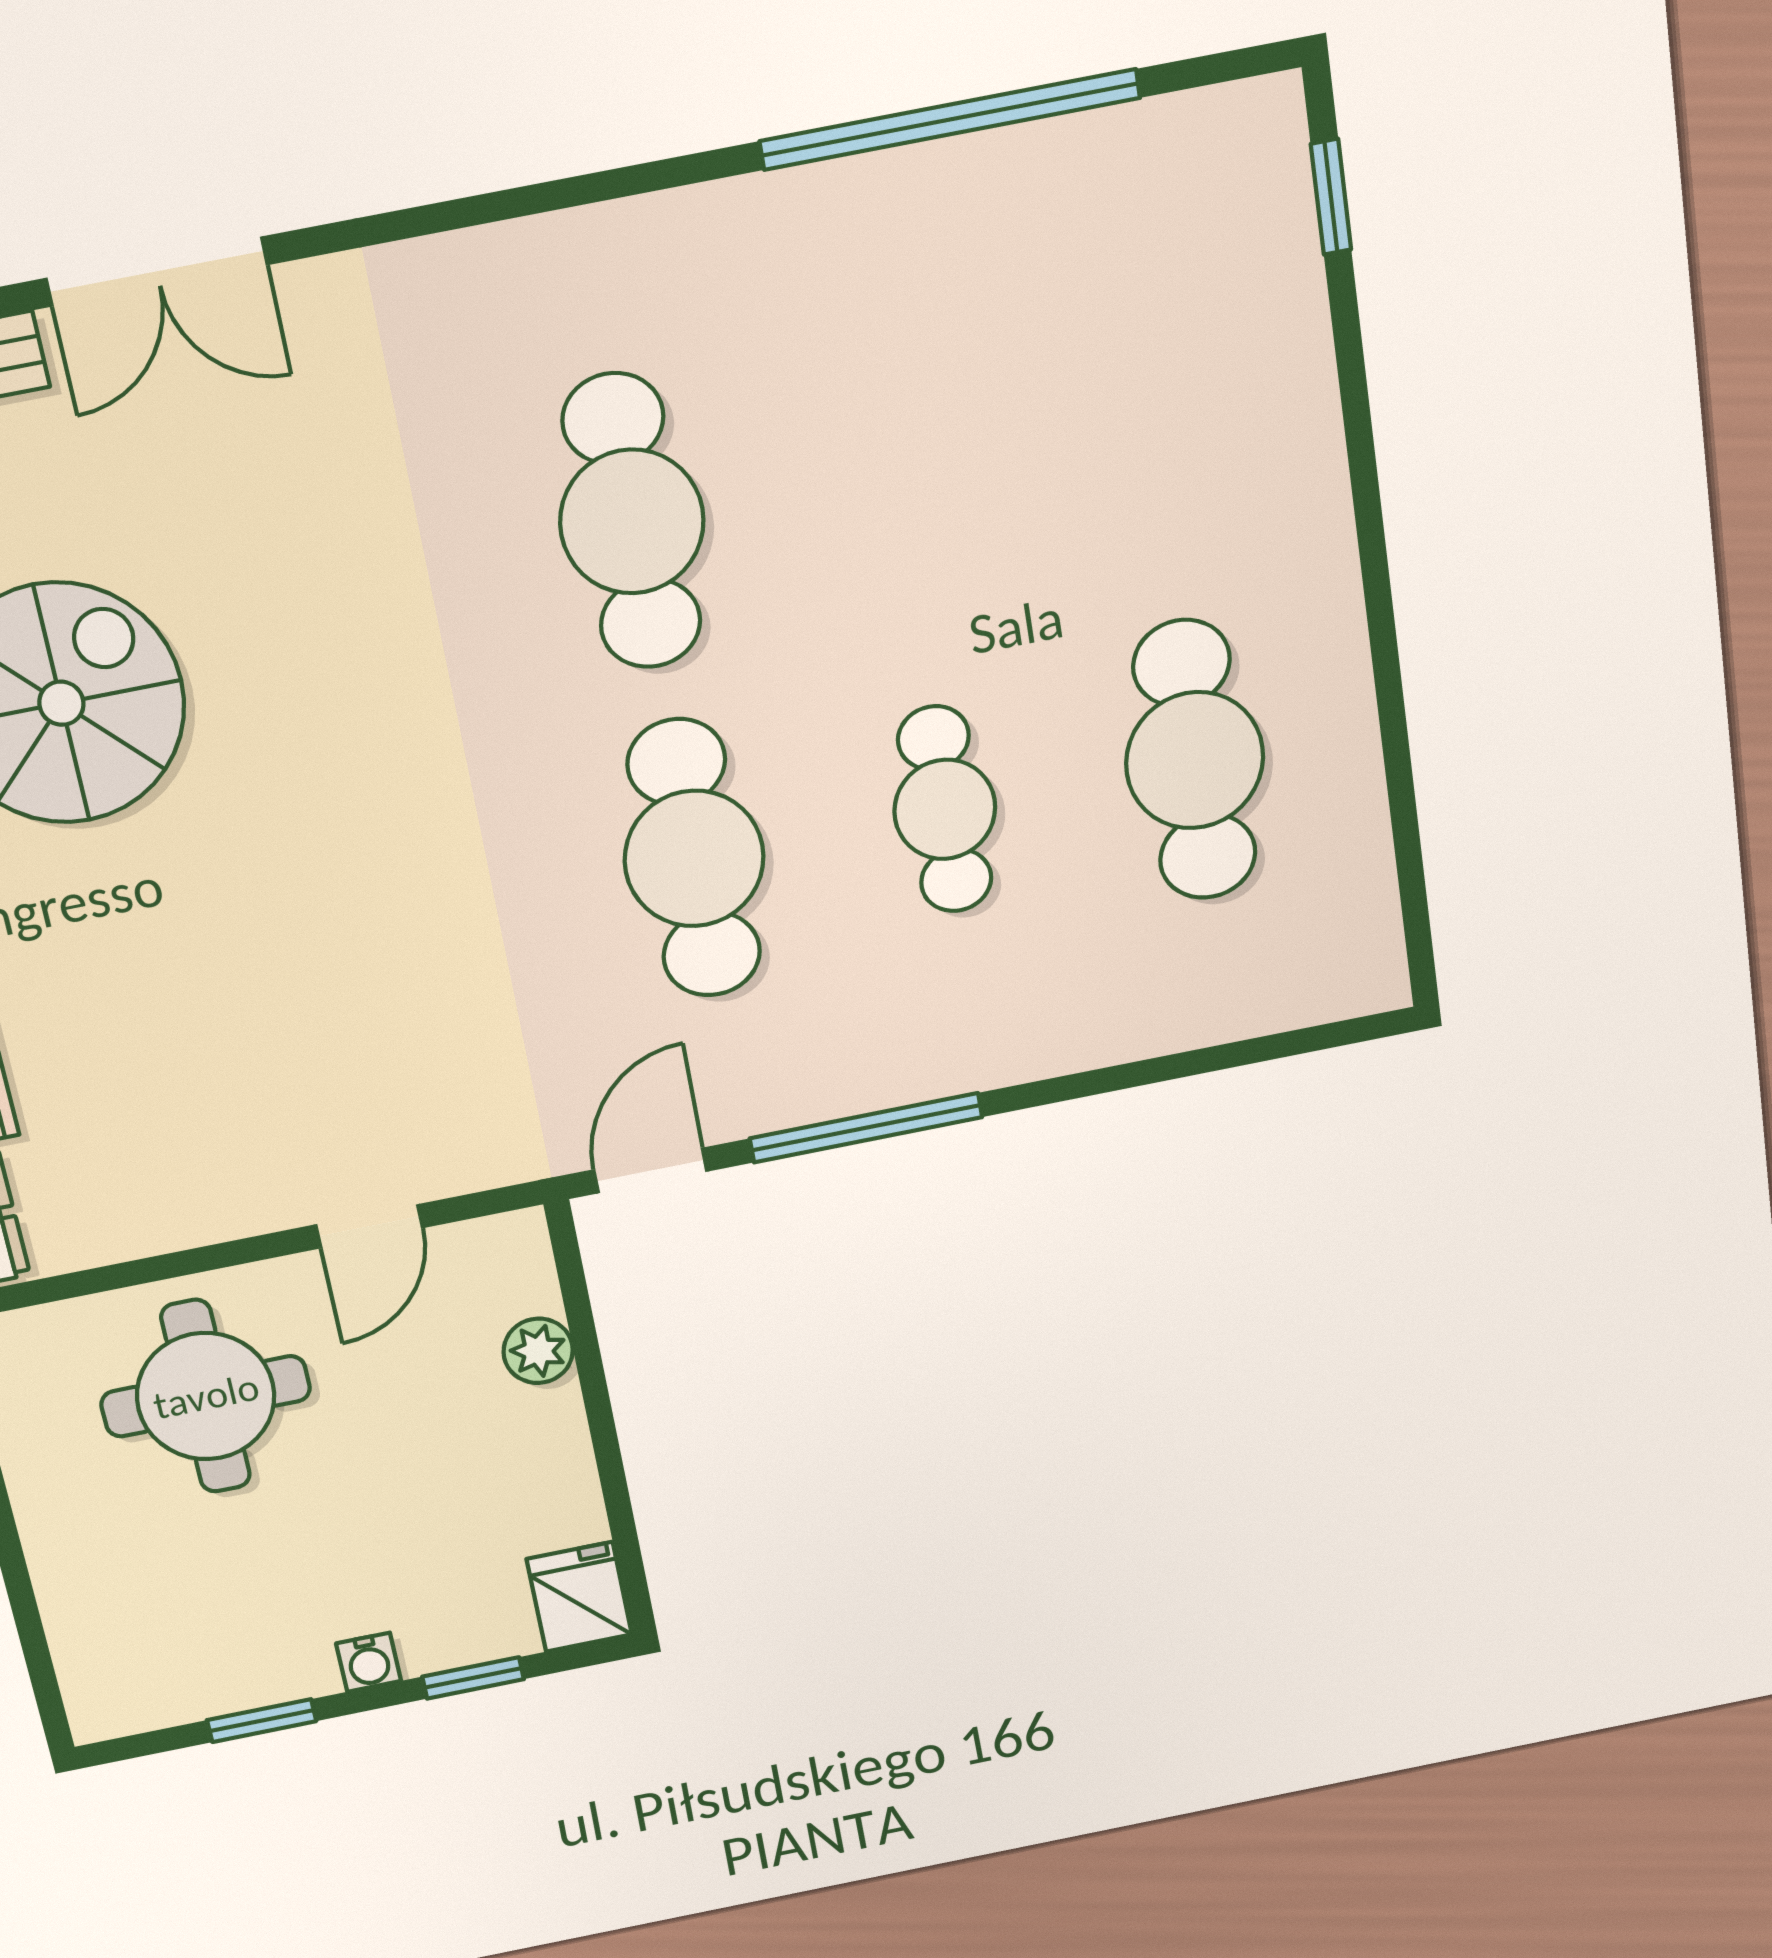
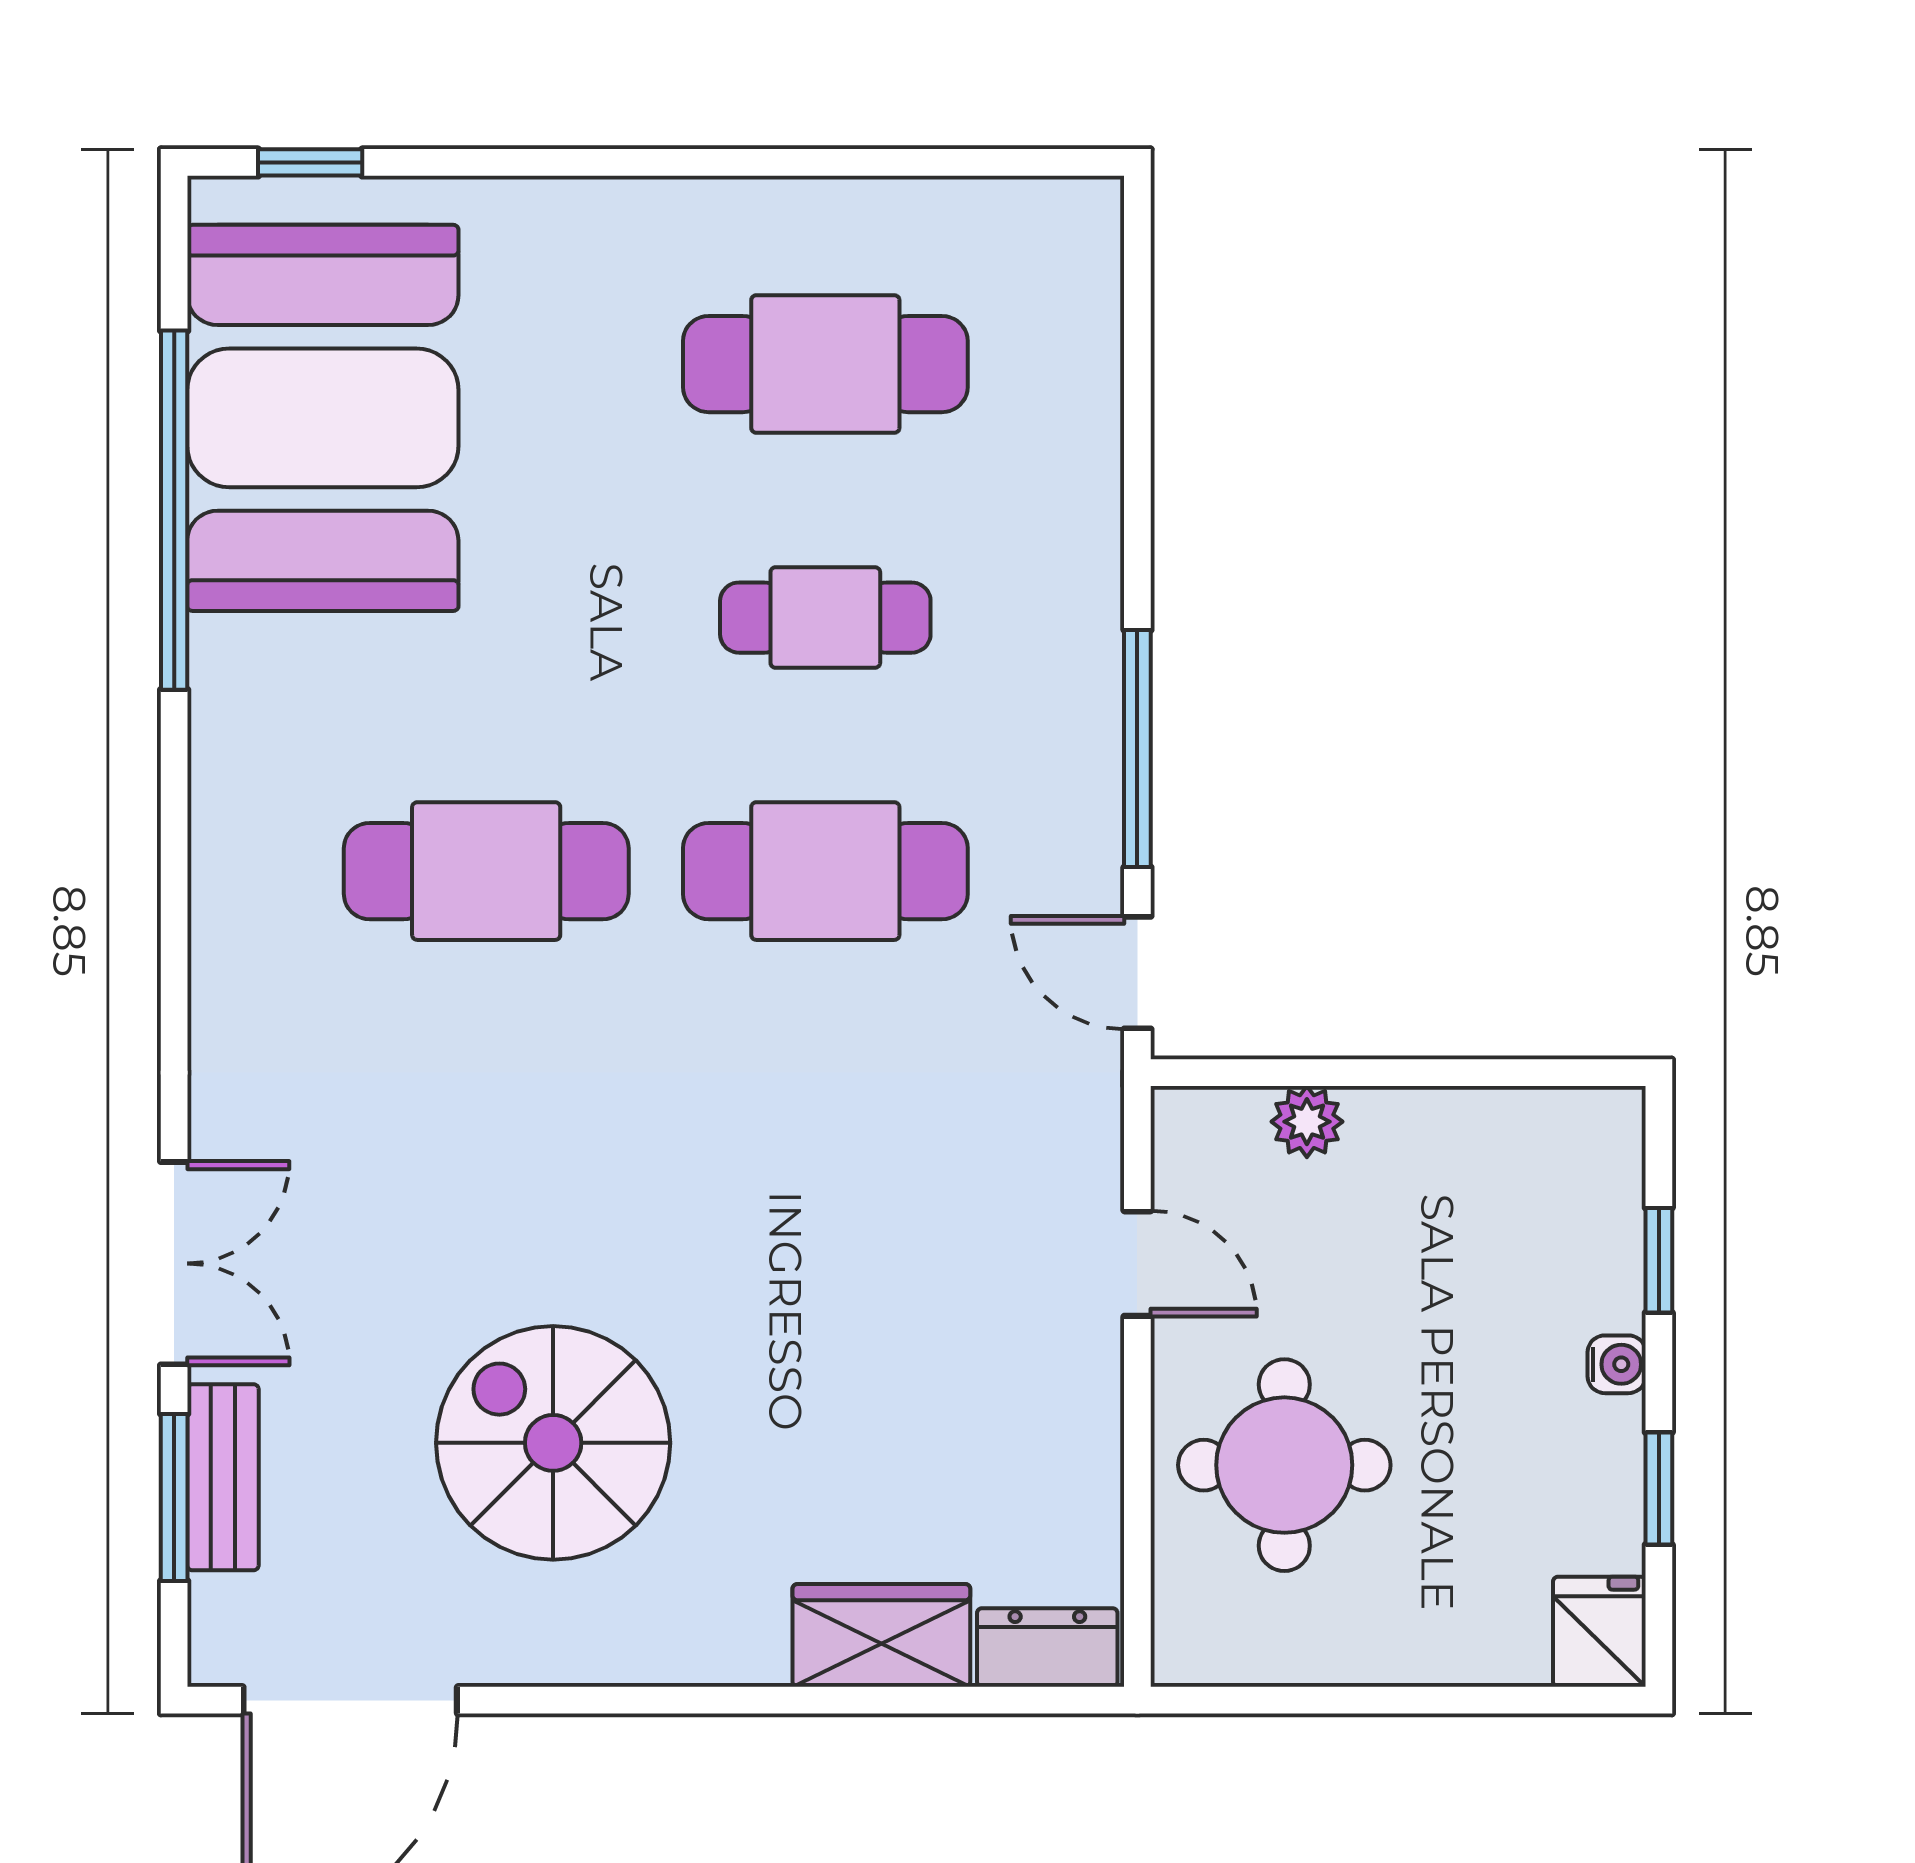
booth: (1069, 261) -> (323, 418), added
fridge: (579, 1597) -> (1599, 1632), moved, turned 90

